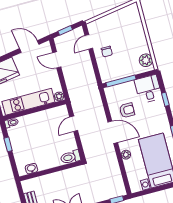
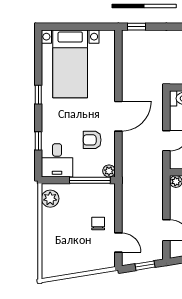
door: (89, 42) -> (118, 242), hinge flipped
door: (113, 132) -> (118, 116), swing flipped
plant: (126, 155) -> (109, 171), moved

